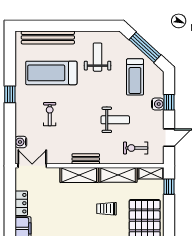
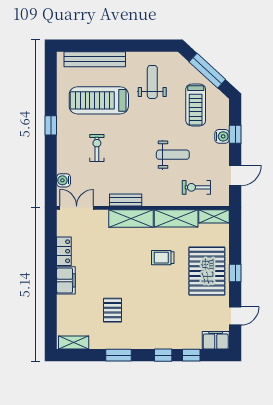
bench: (86, 159) -> (126, 200), moved
window: (169, 187) -> (235, 273), moved

